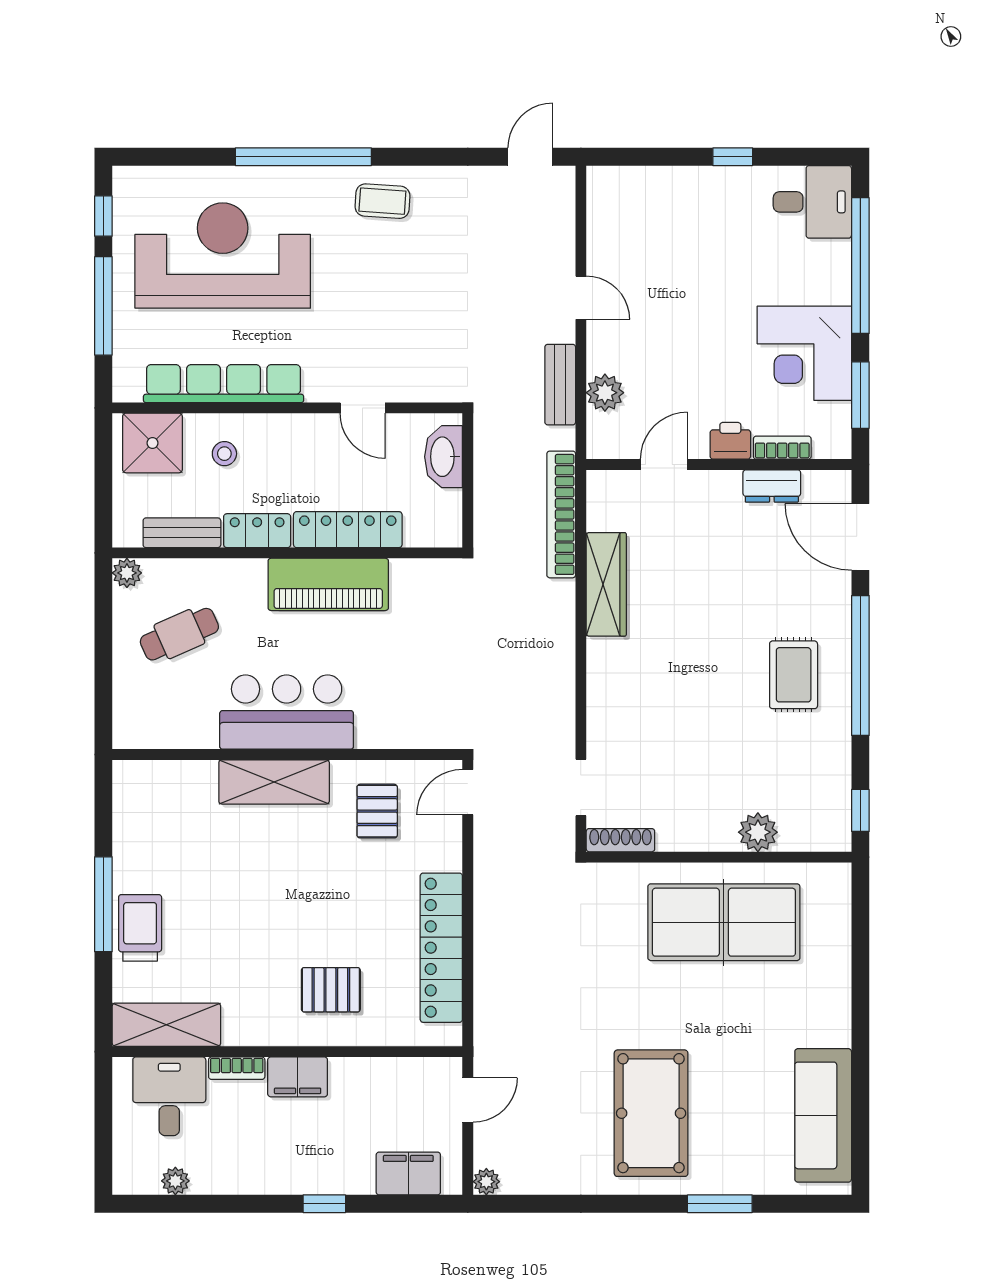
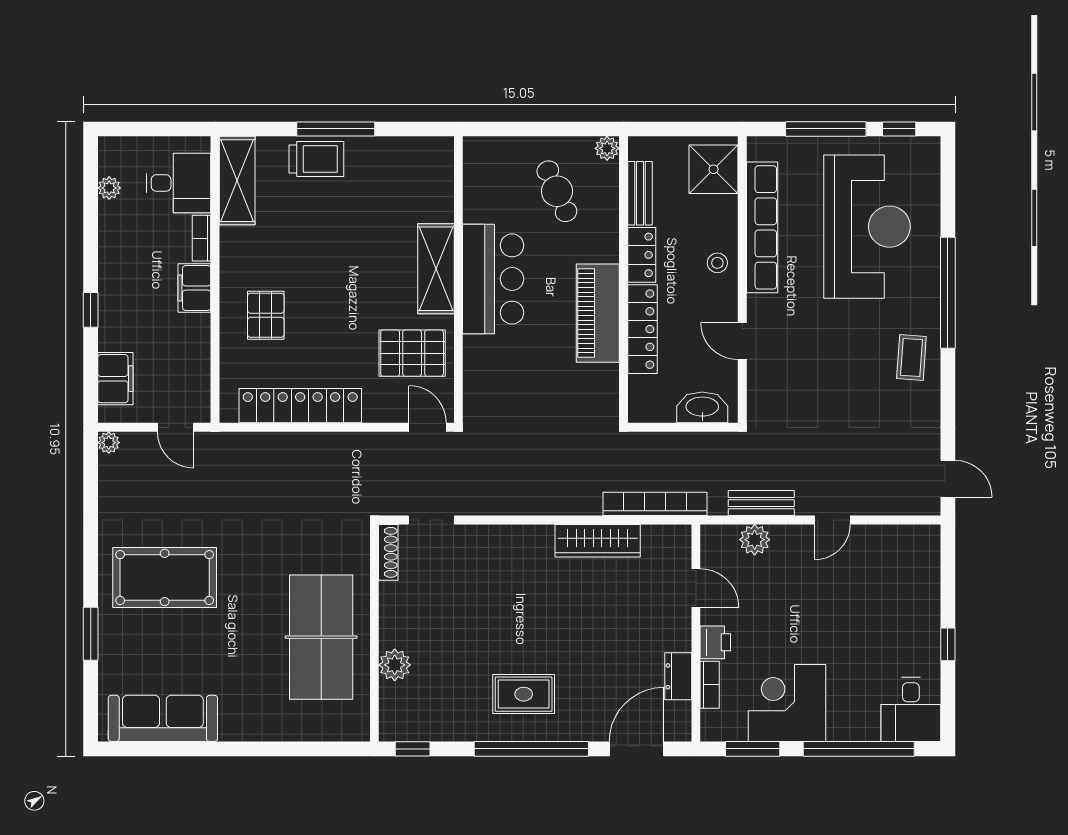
door: (363, 408) -> (742, 341), hinge flipped
stool: (224, 454) -> (717, 263), moved
pallet: (377, 811) -> (412, 353), width x1.50, depth x1.42

